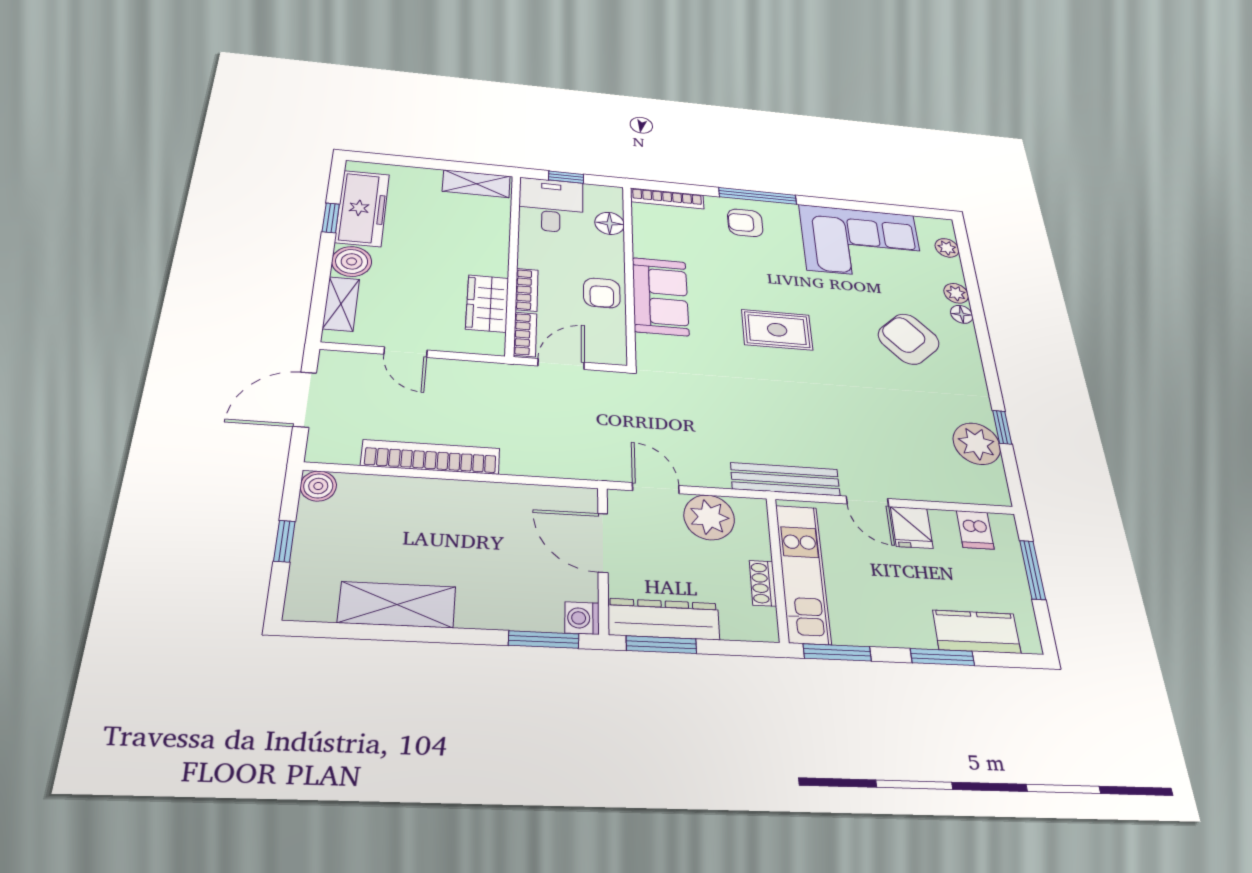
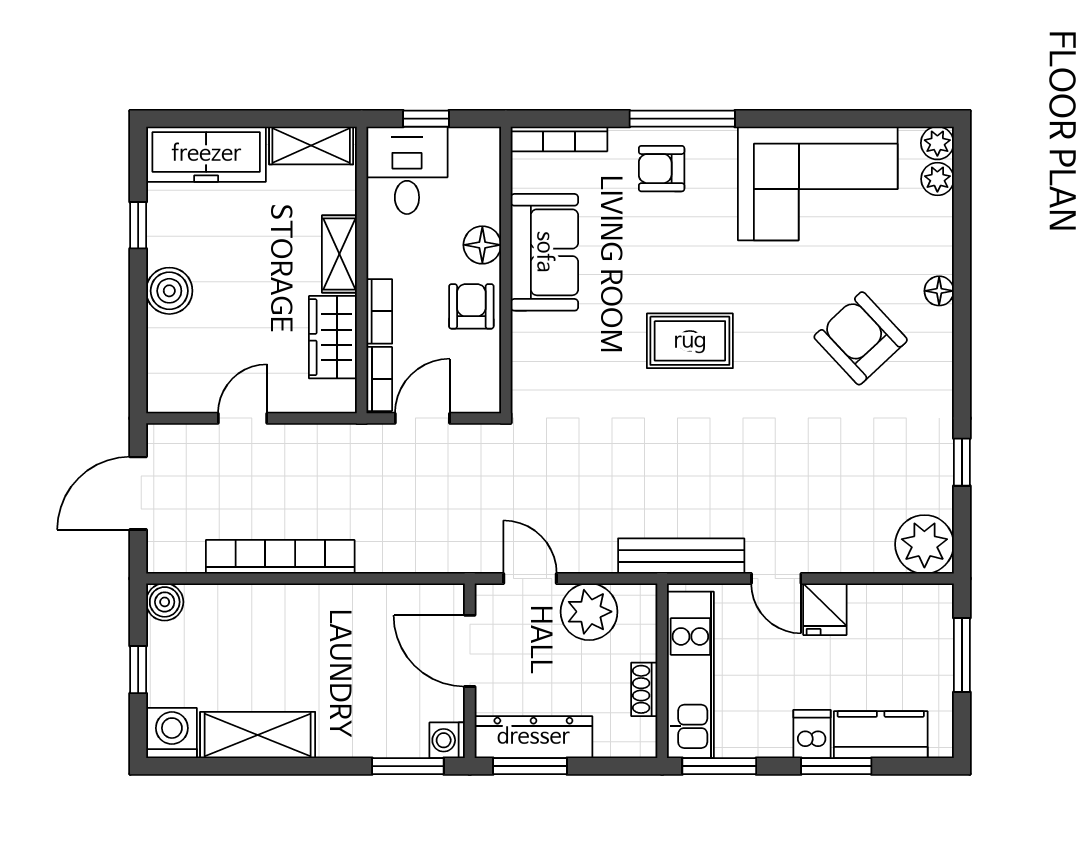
freezer: (362, 208) -> (206, 154), moved, turned 90
floor lamp: (610, 223) -> (482, 245), moved
armchair: (602, 293) -> (471, 306), turned 180
plant: (956, 293) -> (937, 143), moved
sofa: (660, 296) -> (544, 252), moved
shelving: (341, 304) -> (339, 254), moved
door: (406, 352) -> (242, 418), swing flipped
plant: (977, 444) -> (924, 544), moved
dishwasher: (975, 530) -> (812, 734), moved, turned 180
washing machine: (311, 599) -> (172, 733), added

